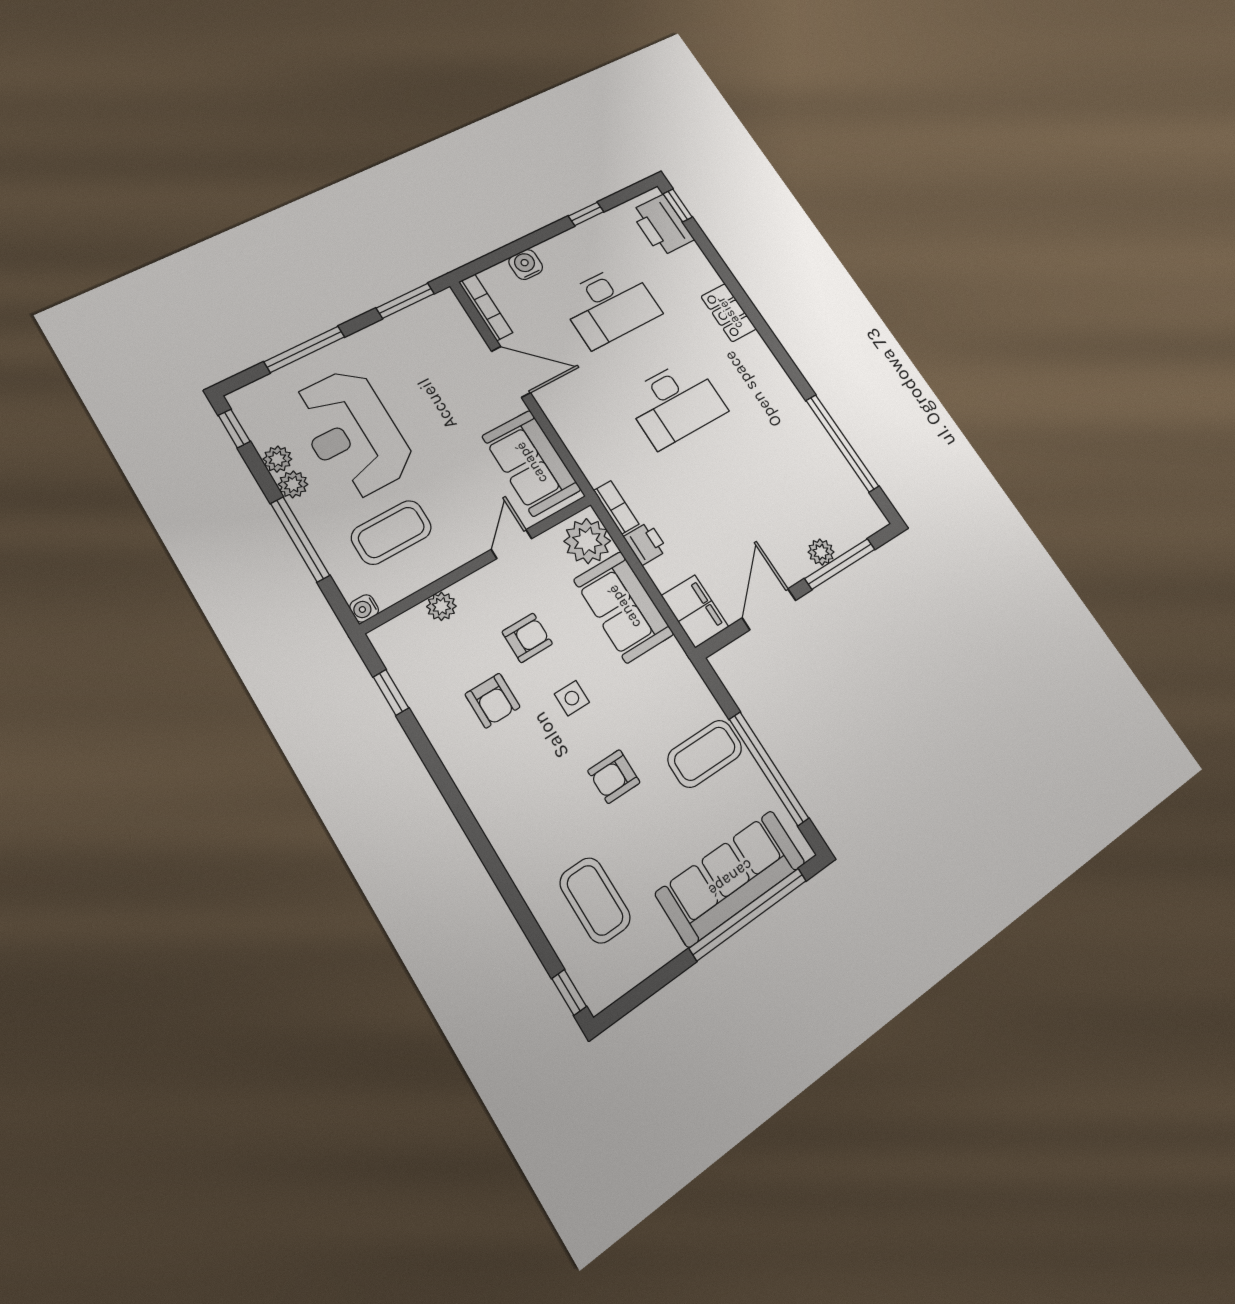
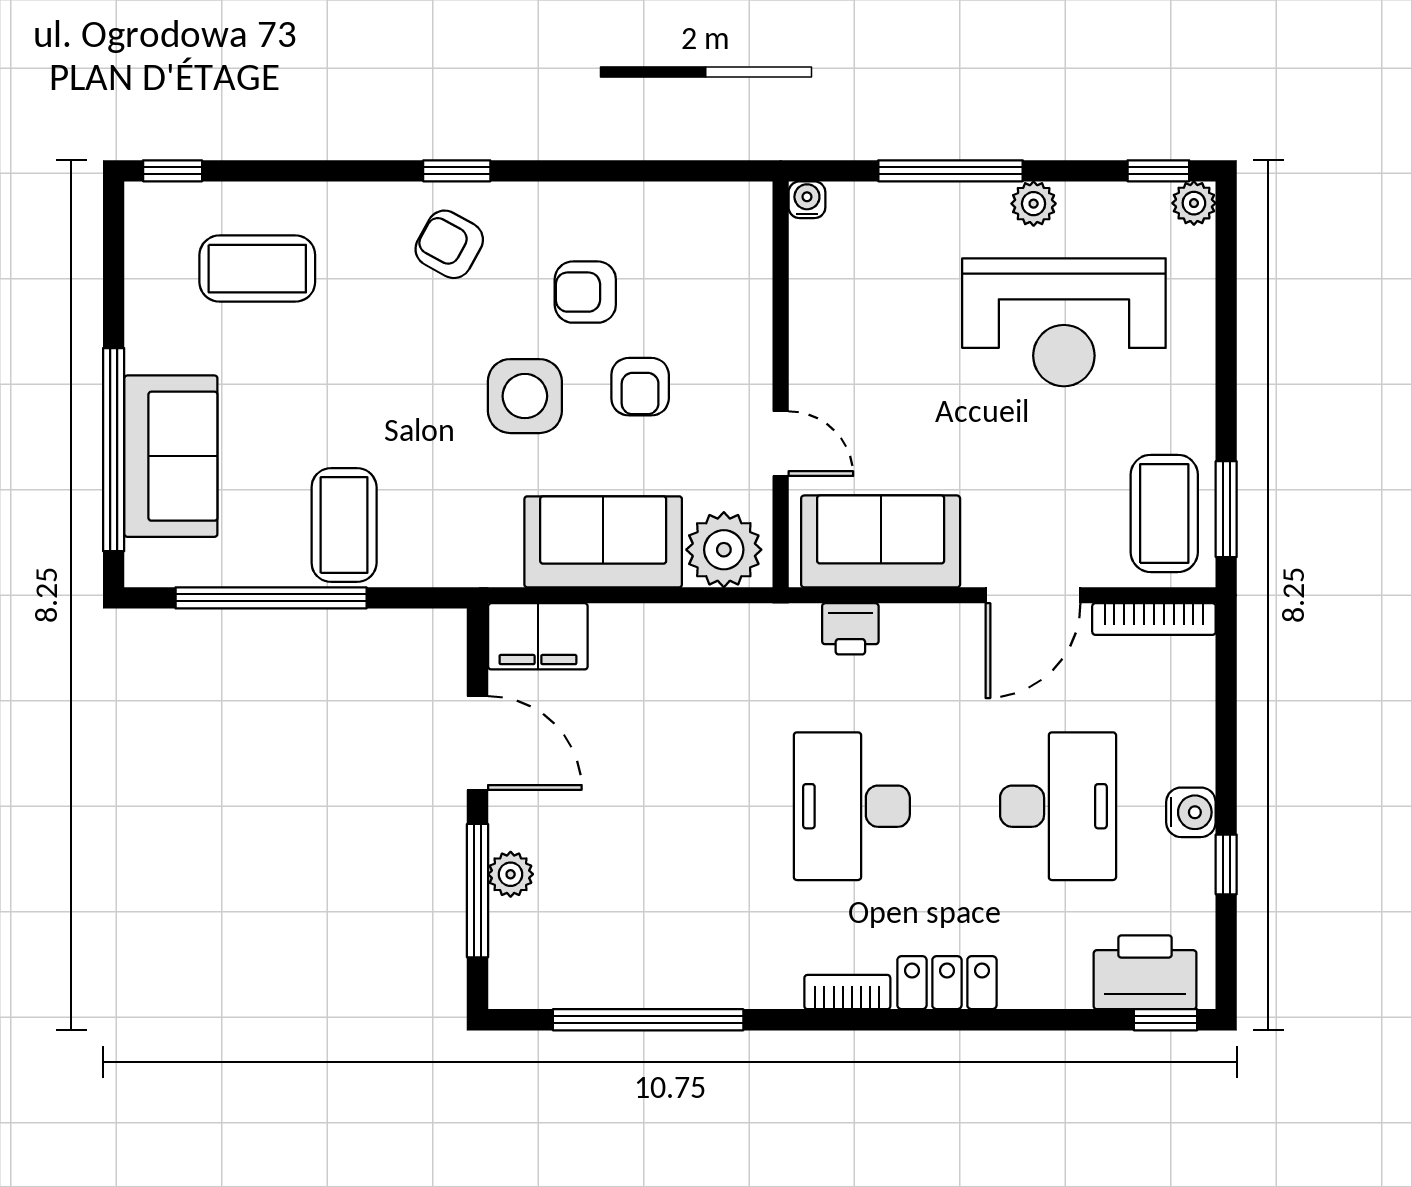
water cooler: (526, 264) -> (1191, 812), moved
desk: (610, 305) -> (1058, 806), turned 180
window: (304, 349) -> (1226, 327), removed
reception desk: (352, 433) -> (1064, 322), turned 180
plant: (277, 459) -> (1194, 203), moved
bookcase: (616, 507) -> (847, 992), moved, turned 180
coffee table: (391, 532) -> (1164, 513), moved
printer: (646, 543) -> (850, 629), moved
plant: (441, 606) -> (750, 300), removed
window: (391, 692) -> (457, 171), moved
side table: (572, 698) -> (525, 396), width x1.87, depth x1.87
armchair: (614, 777) -> (449, 244), moved, turned -61
sofa: (731, 878) -> (171, 456), width x0.73

